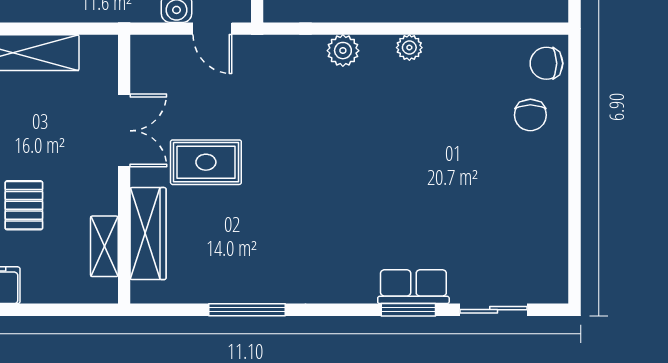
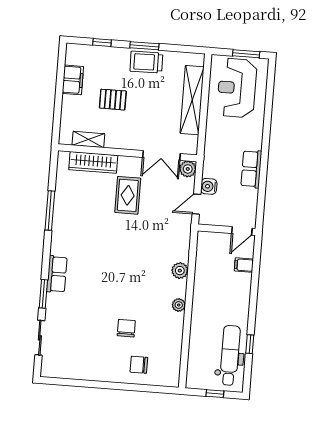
plant: (146, 51) -> (188, 169), added
chair: (546, 63) -> (126, 328), moved
double door: (124, 131) -> (161, 155), moved
row of seats: (413, 287) -> (57, 274), moved

